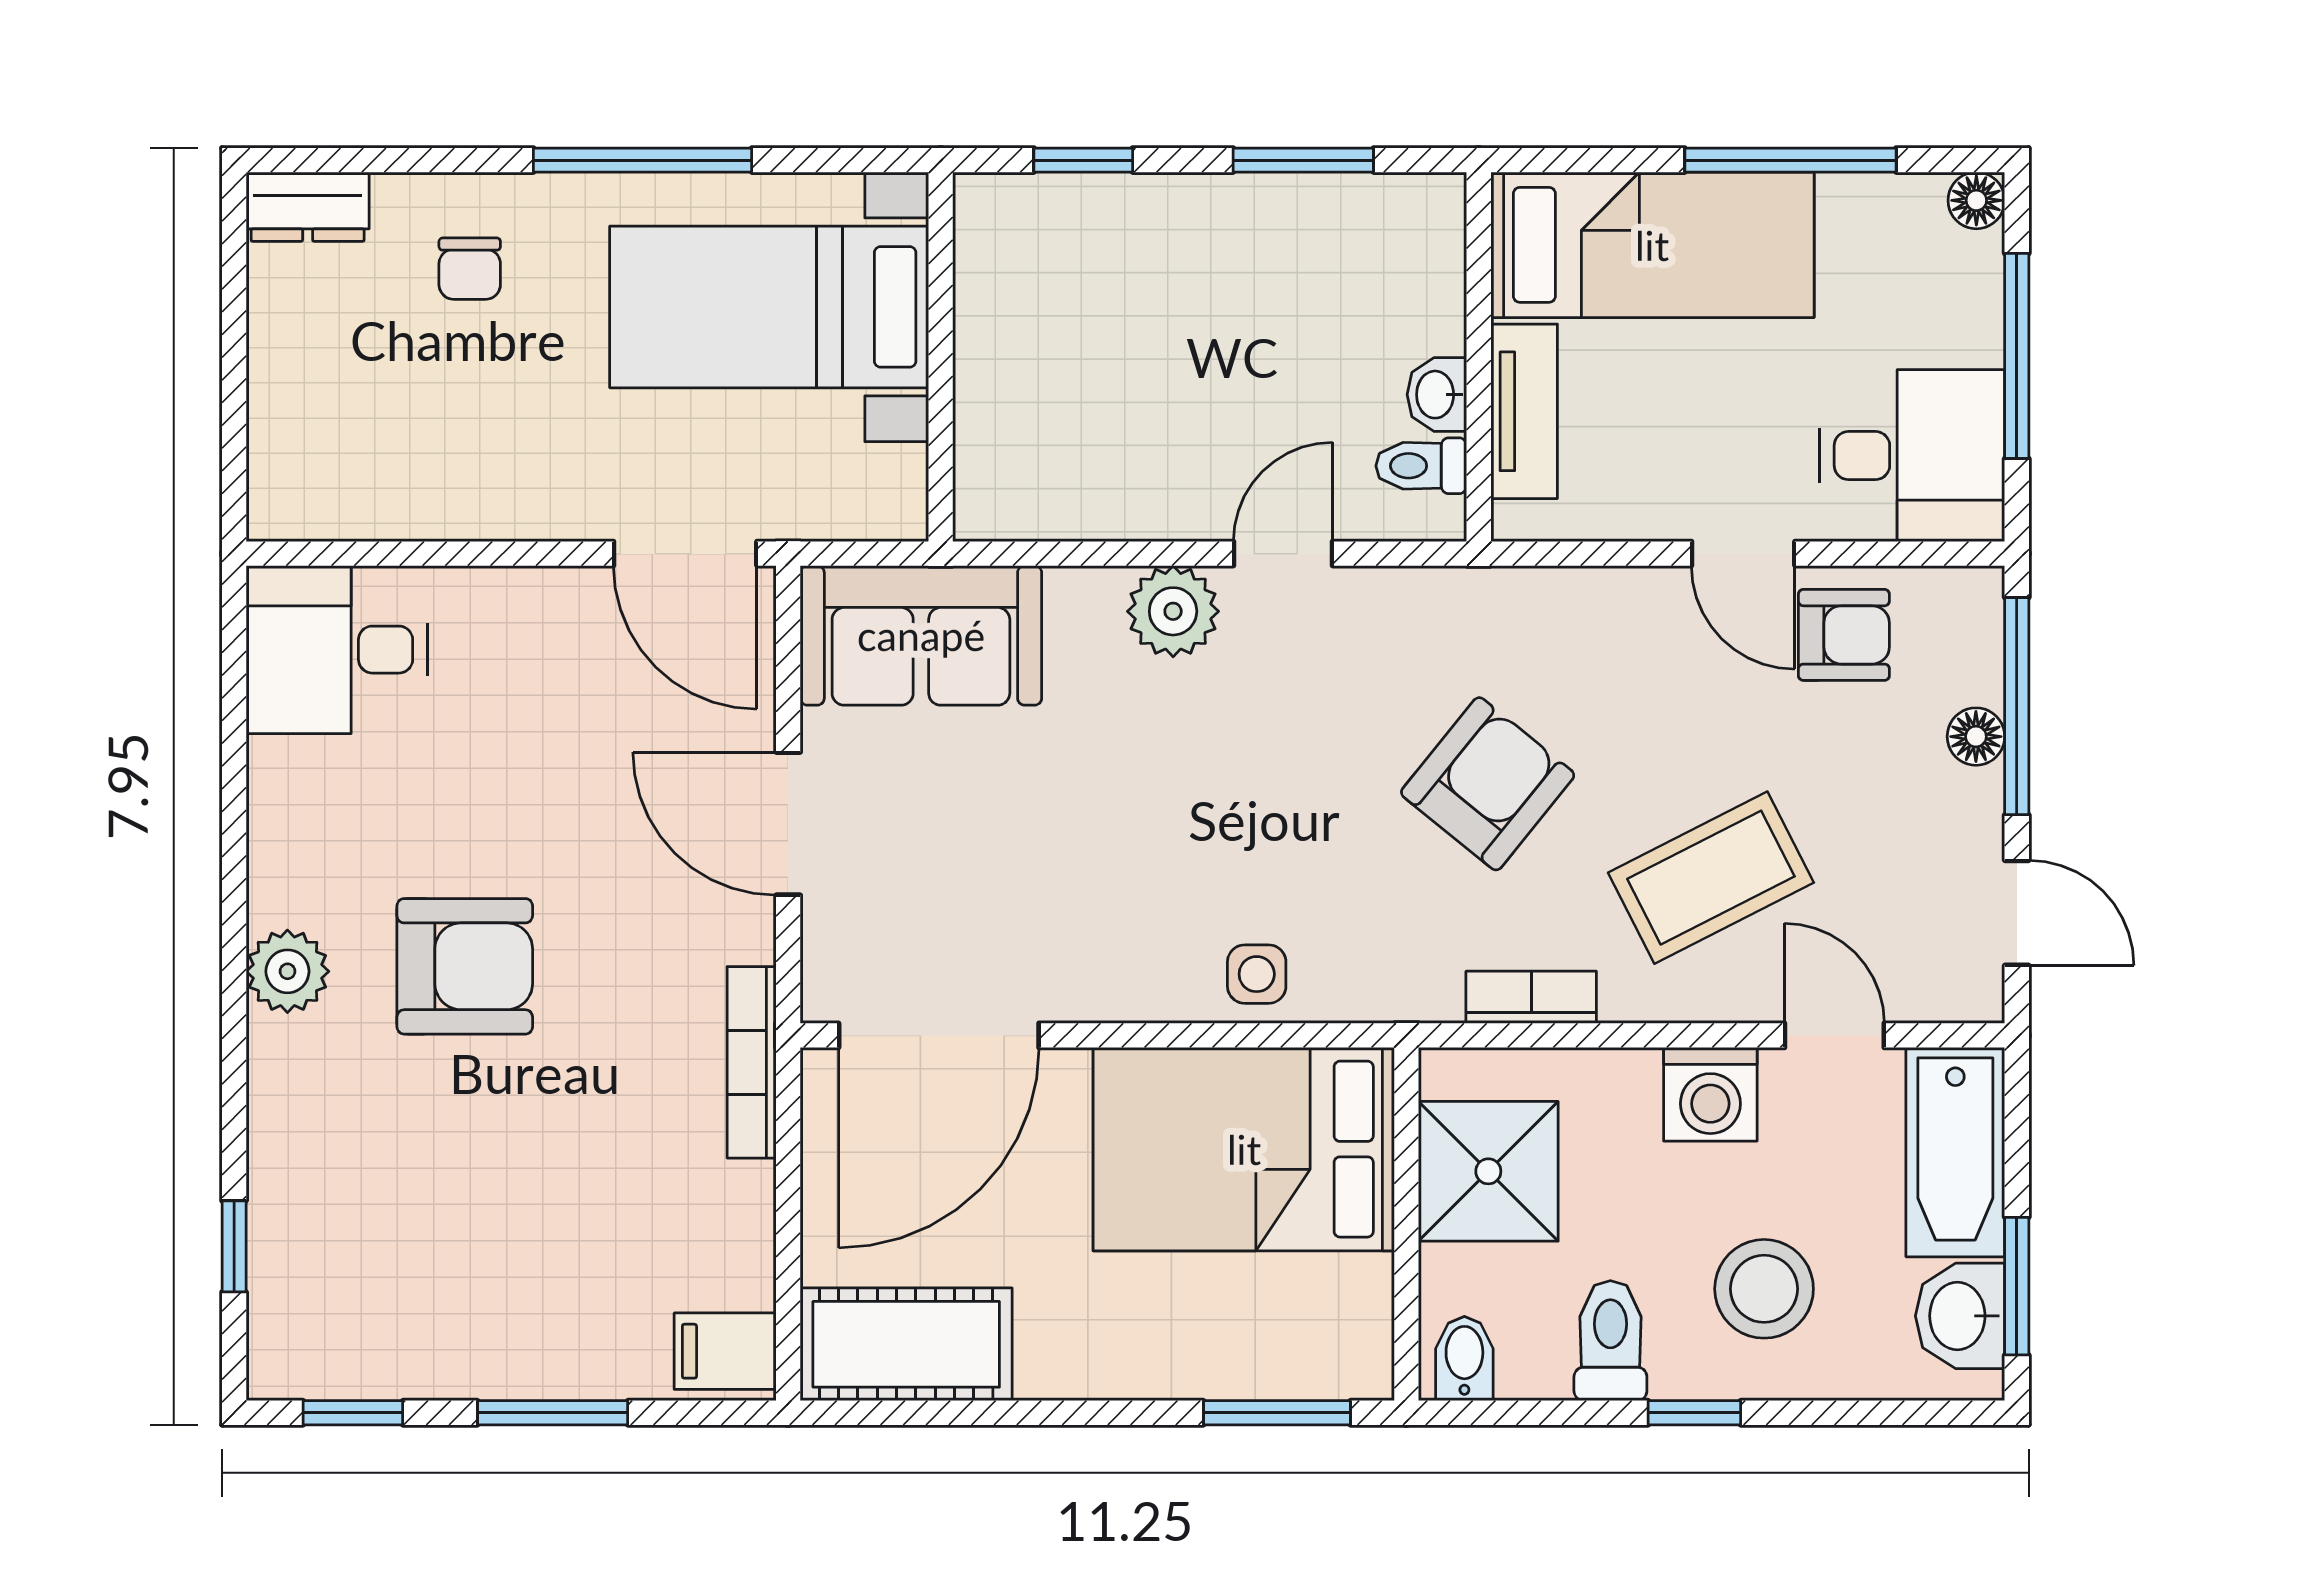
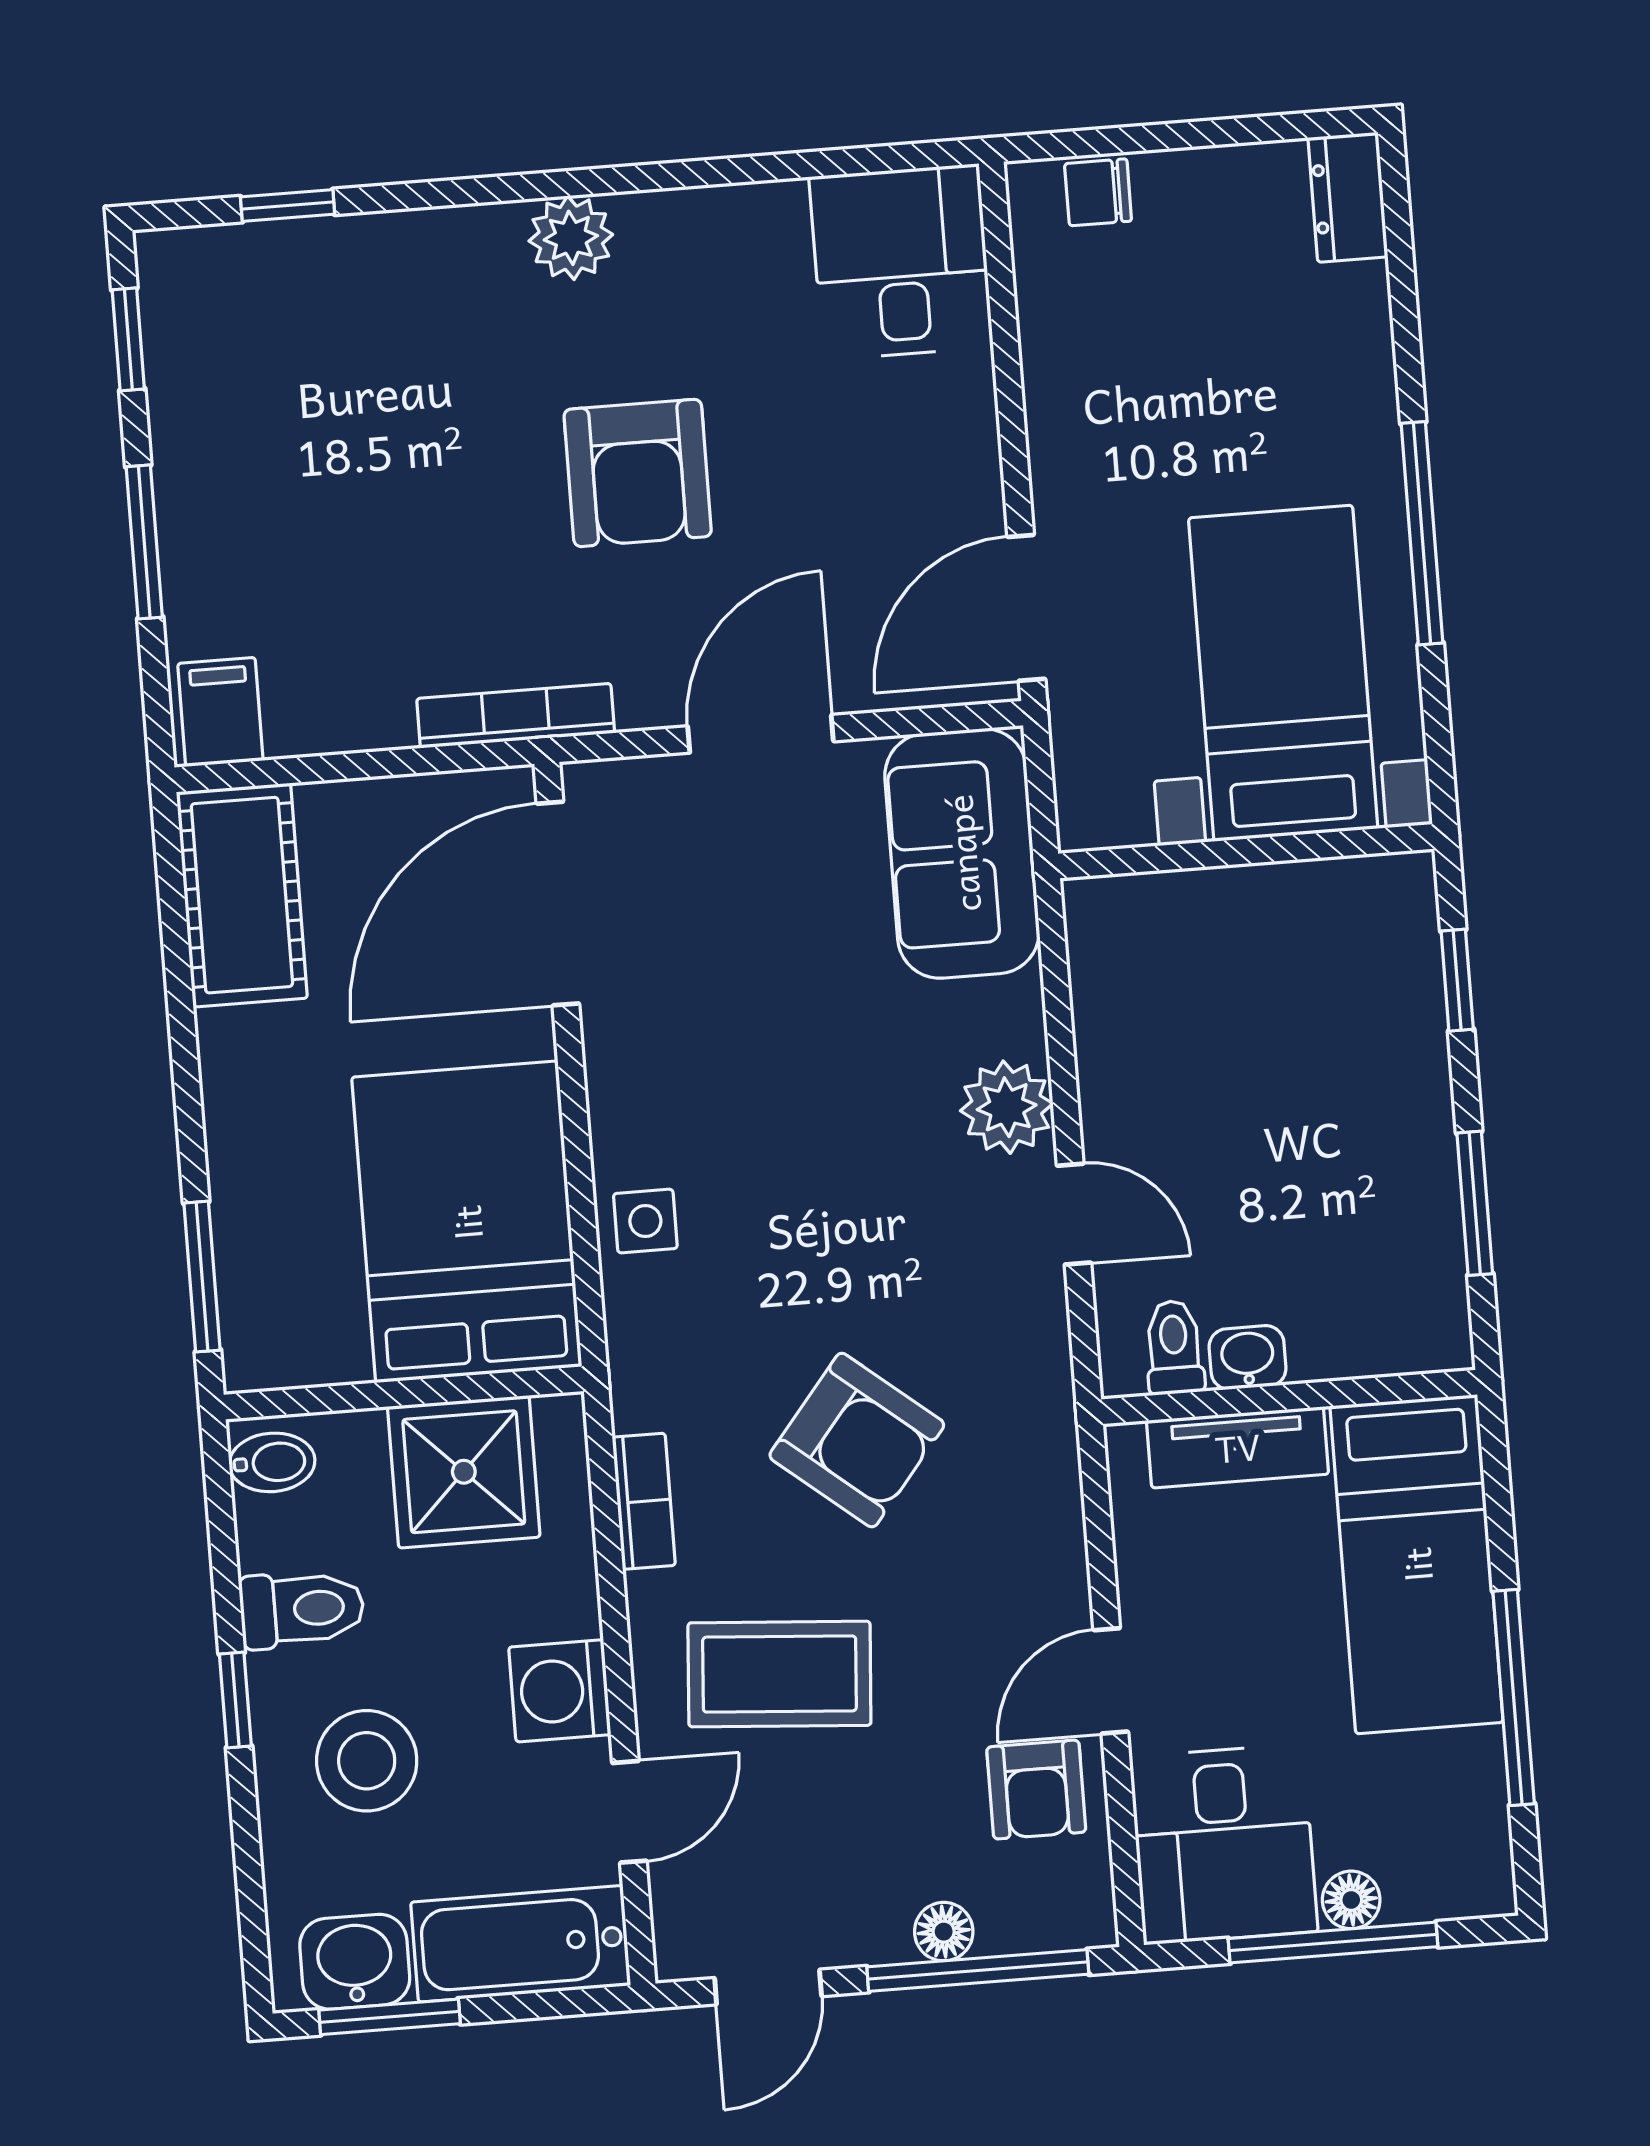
floor lamp: (1976, 200) -> (1351, 1900), moved
chair: (470, 269) -> (1098, 192), moved
coffee table: (1711, 878) -> (779, 1674), turned -59
armchair: (465, 966) -> (638, 473), moved
door: (939, 1035) -> (558, 904), hinge flipped

